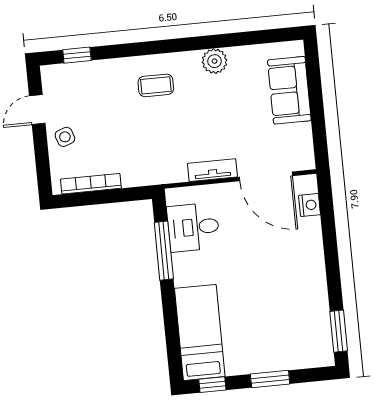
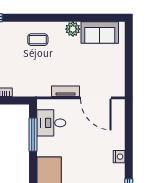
sofa: (289, 90) -> (100, 33), moved, turned -90
nightstand: (310, 205) -> (119, 157), moved

